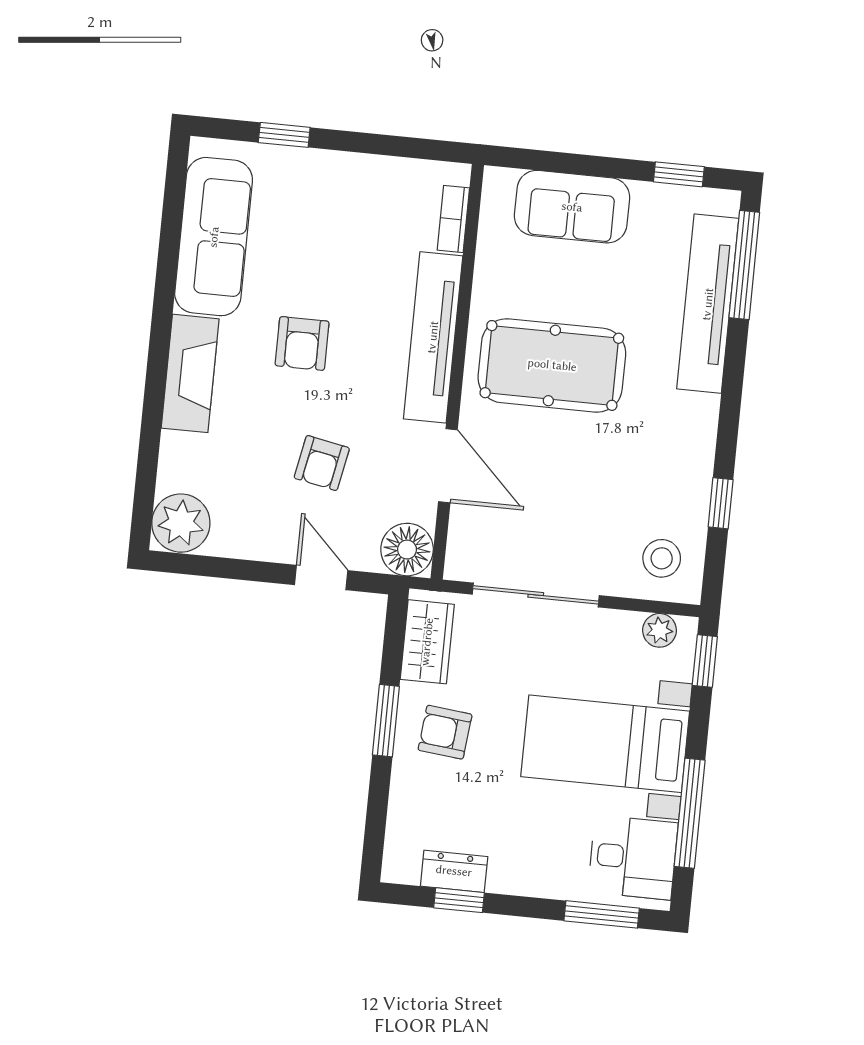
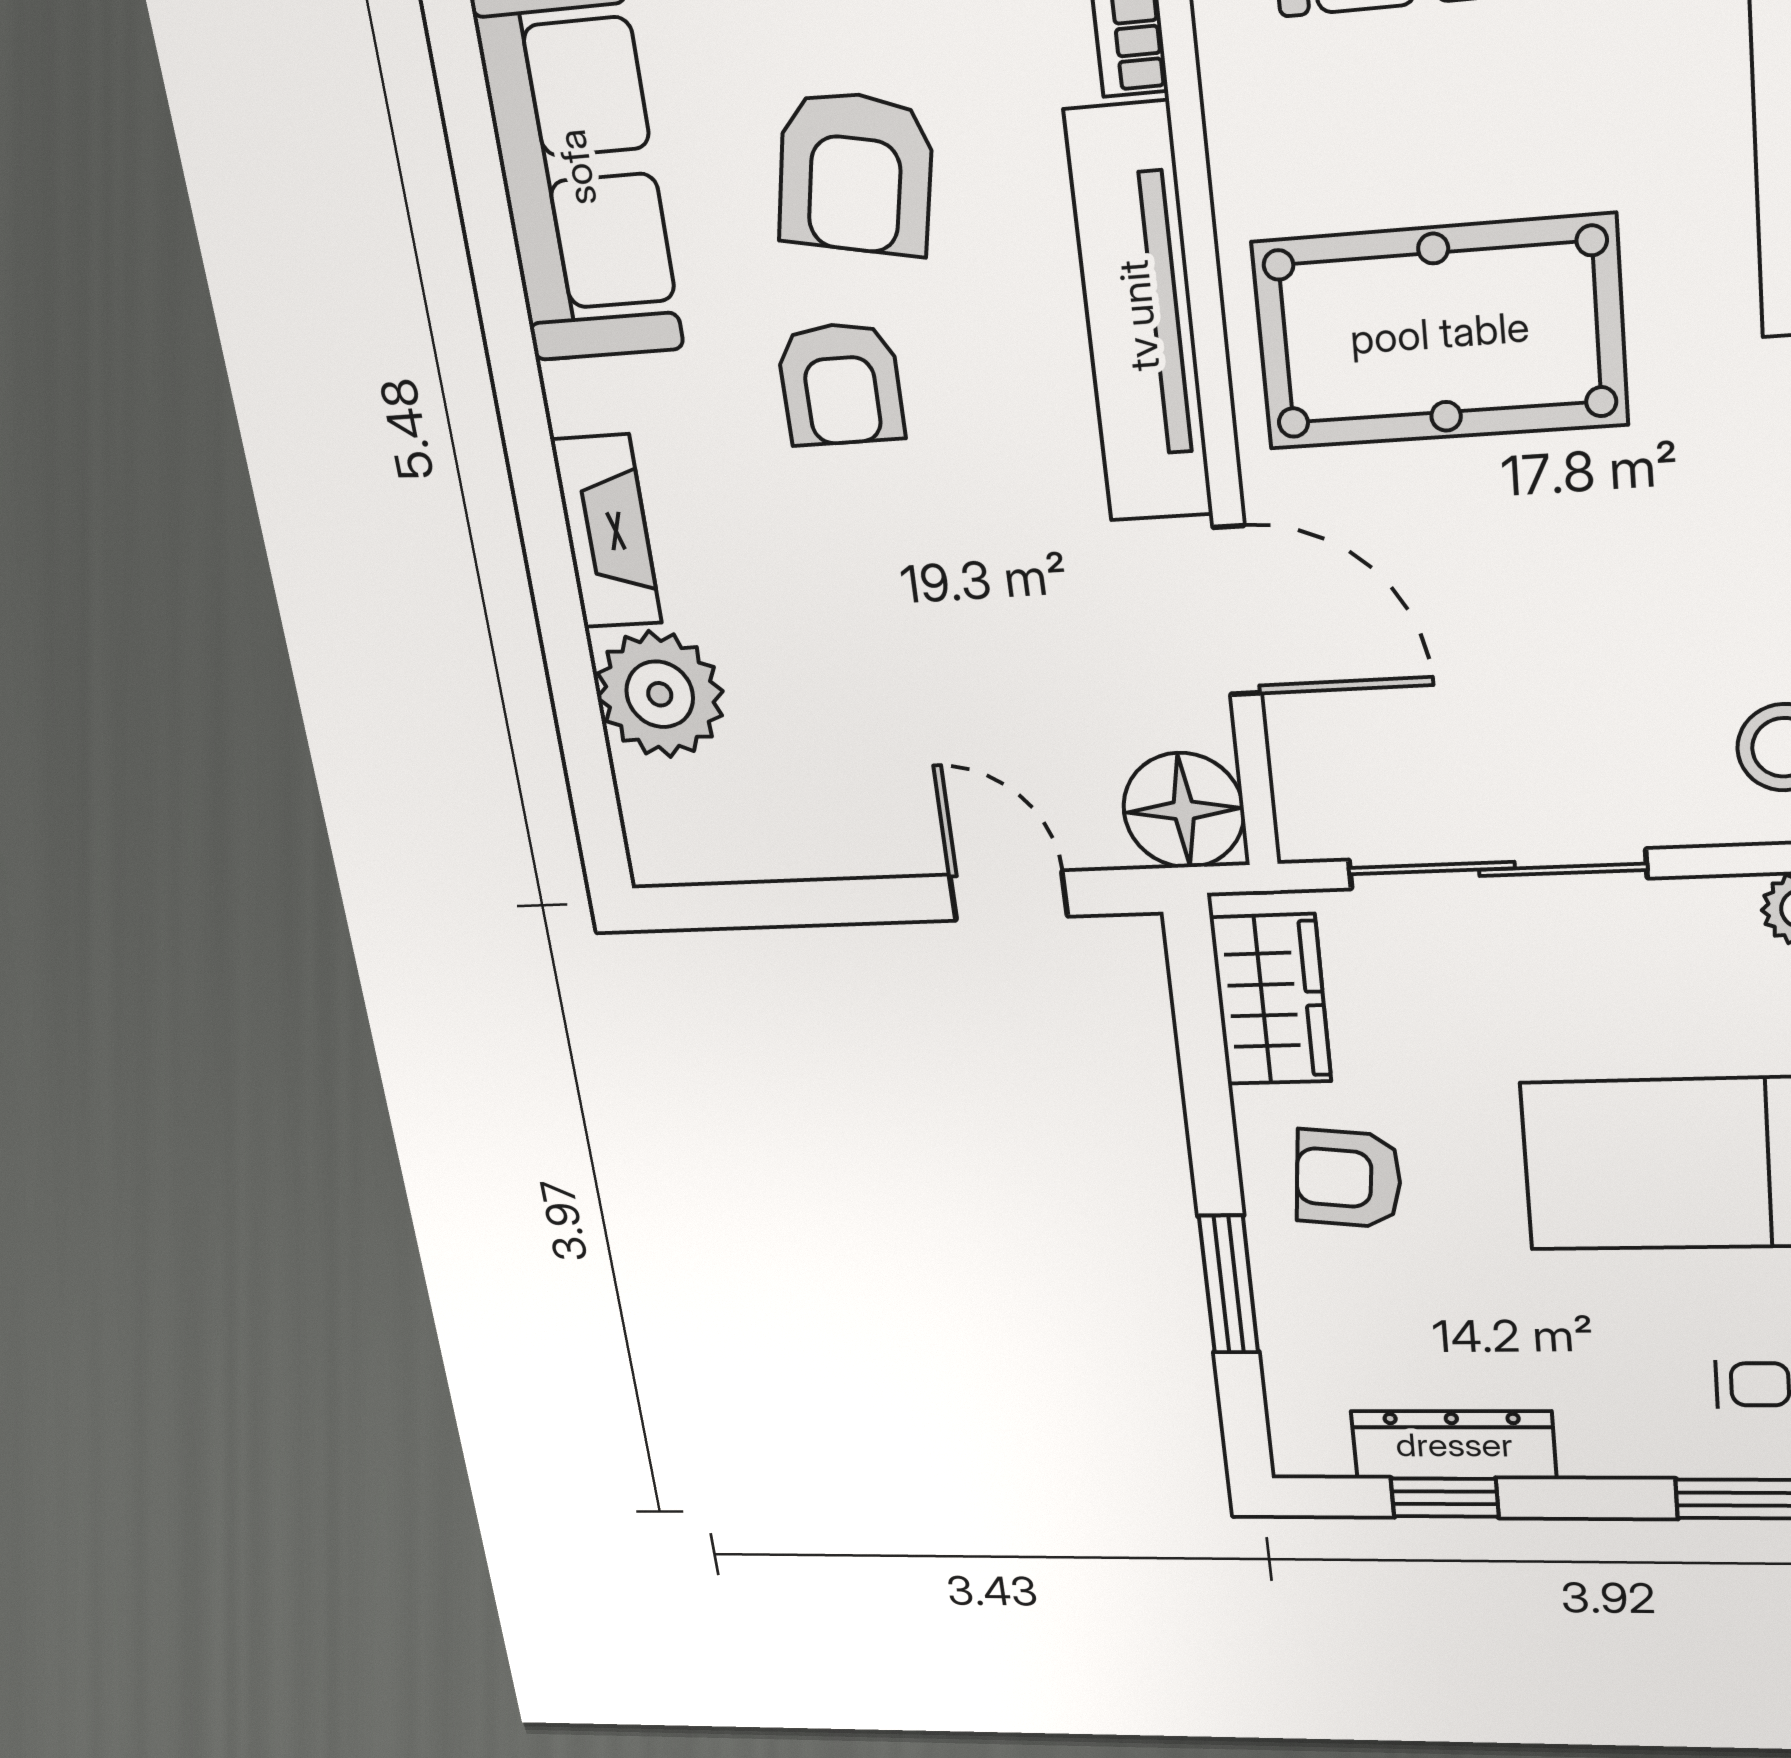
fireplace: (190, 373) -> (606, 532), width x0.73, depth x0.76
armchair: (322, 463) -> (855, 173), moved, width x1.38, depth x1.38
plant: (181, 523) -> (660, 694), moved
window: (386, 721) -> (1229, 1284), moved
dresser: (454, 871) -> (1454, 1445), width x1.44

